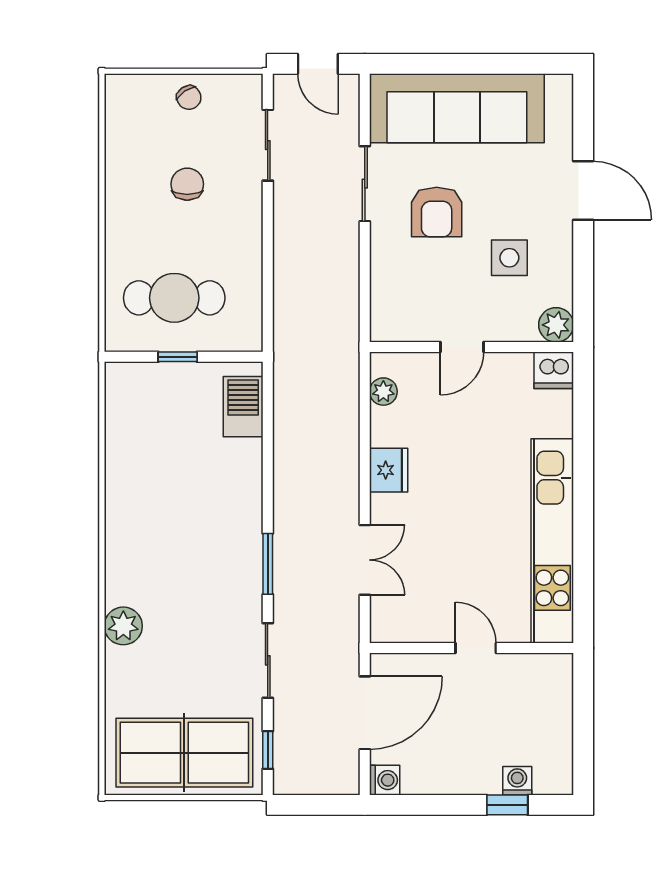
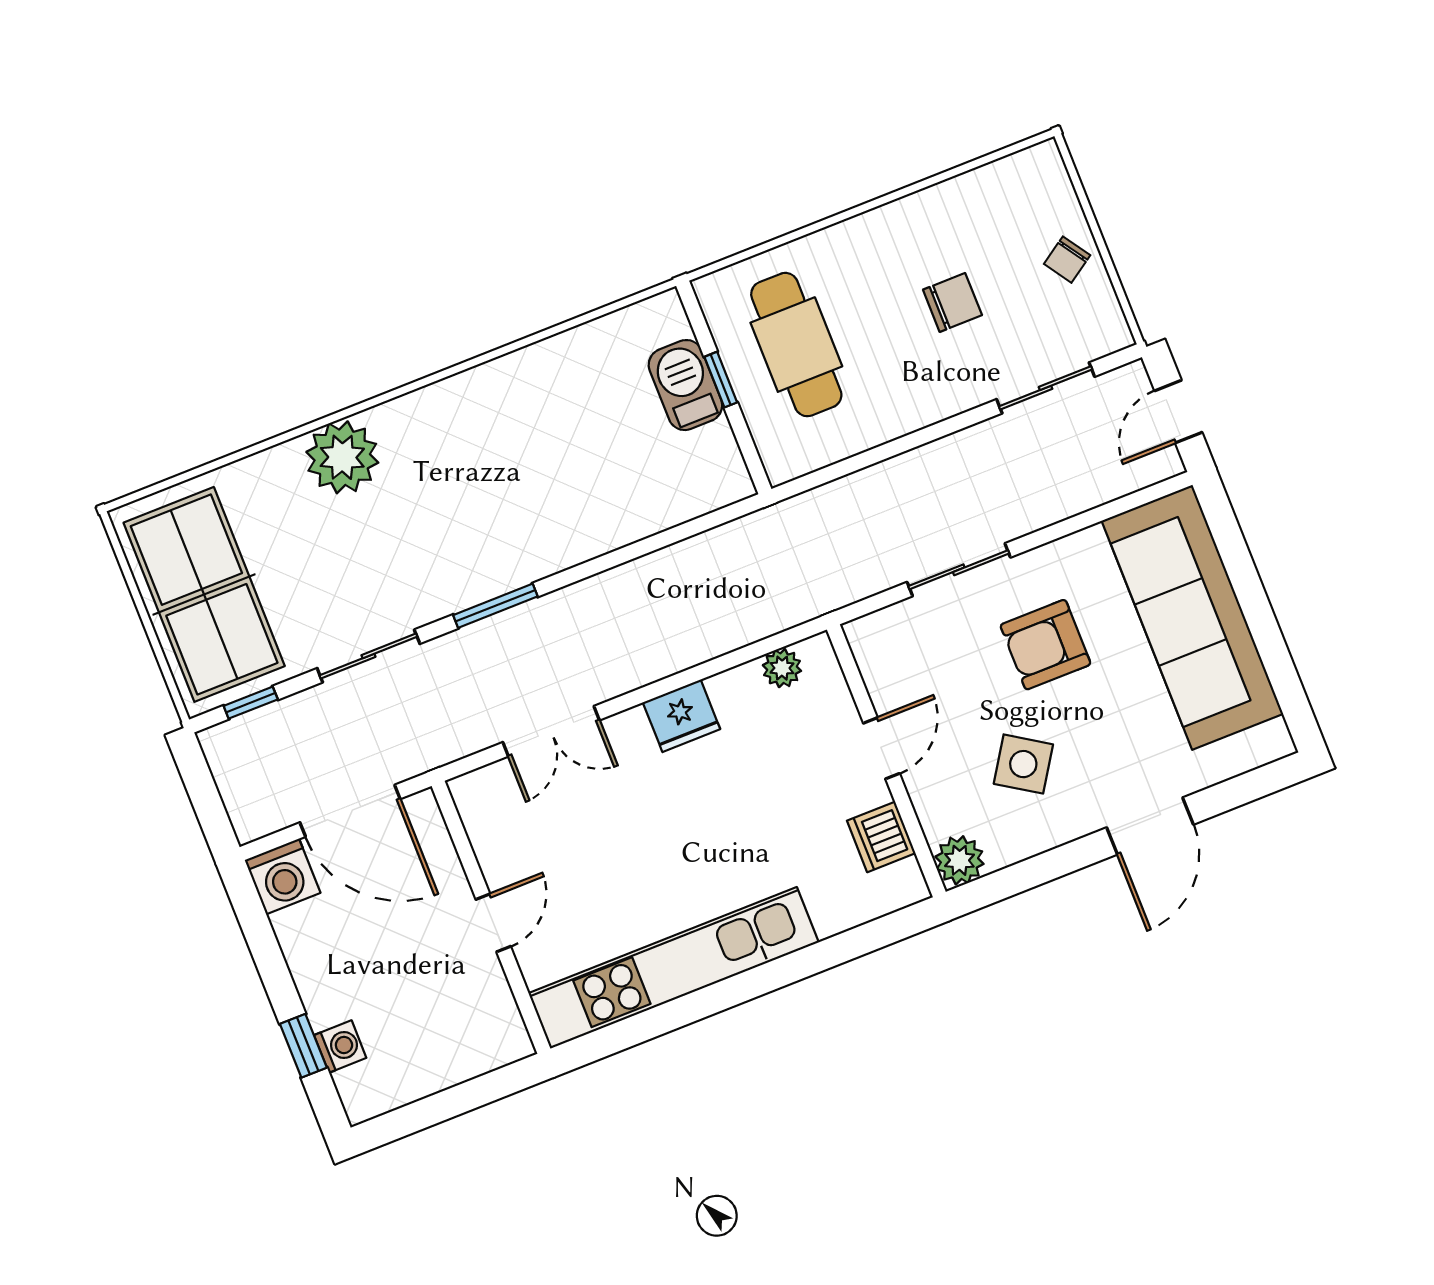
sliding door: (365, 184) -> (959, 570), moved
side table: (509, 258) -> (1023, 764), turned 33
door: (462, 347) -> (881, 748), swing flipped
dishwasher: (554, 370) -> (881, 837), moved
barbecue: (243, 407) -> (685, 385), moved, turned -90
plant: (123, 626) -> (342, 457), width x1.36, depth x1.36
washing machine: (385, 780) -> (283, 876), width x1.38, depth x1.38

